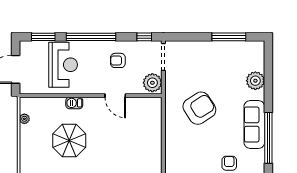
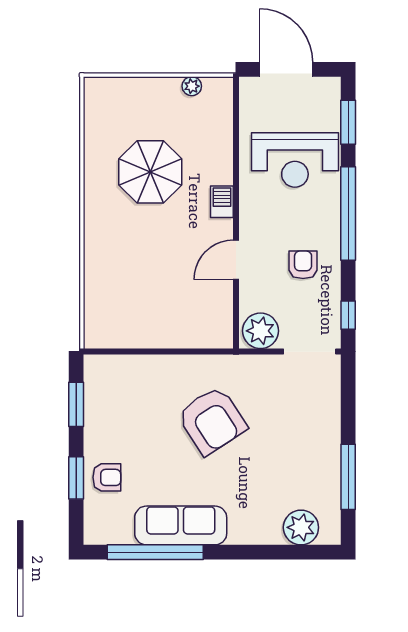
plant: (255, 81) -> (301, 527), moved
barbecue: (74, 103) -> (222, 202), moved

